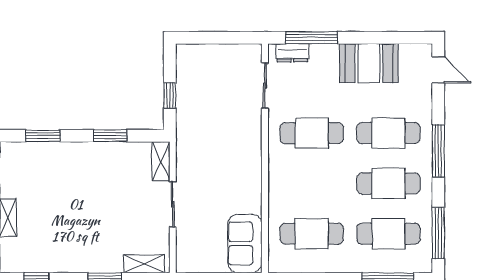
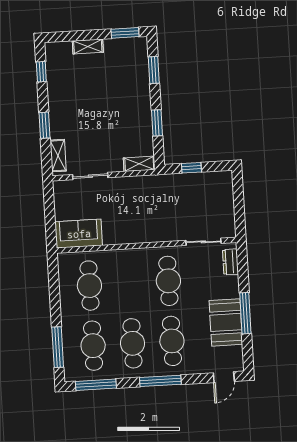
window: (312, 38) -> (245, 313), moved
sliding door: (173, 204) -> (90, 176), moved

